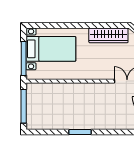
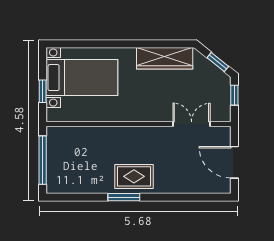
window: (24, 58) -> (43, 91), width x0.46
rug: (87, 118) -> (134, 176), added

